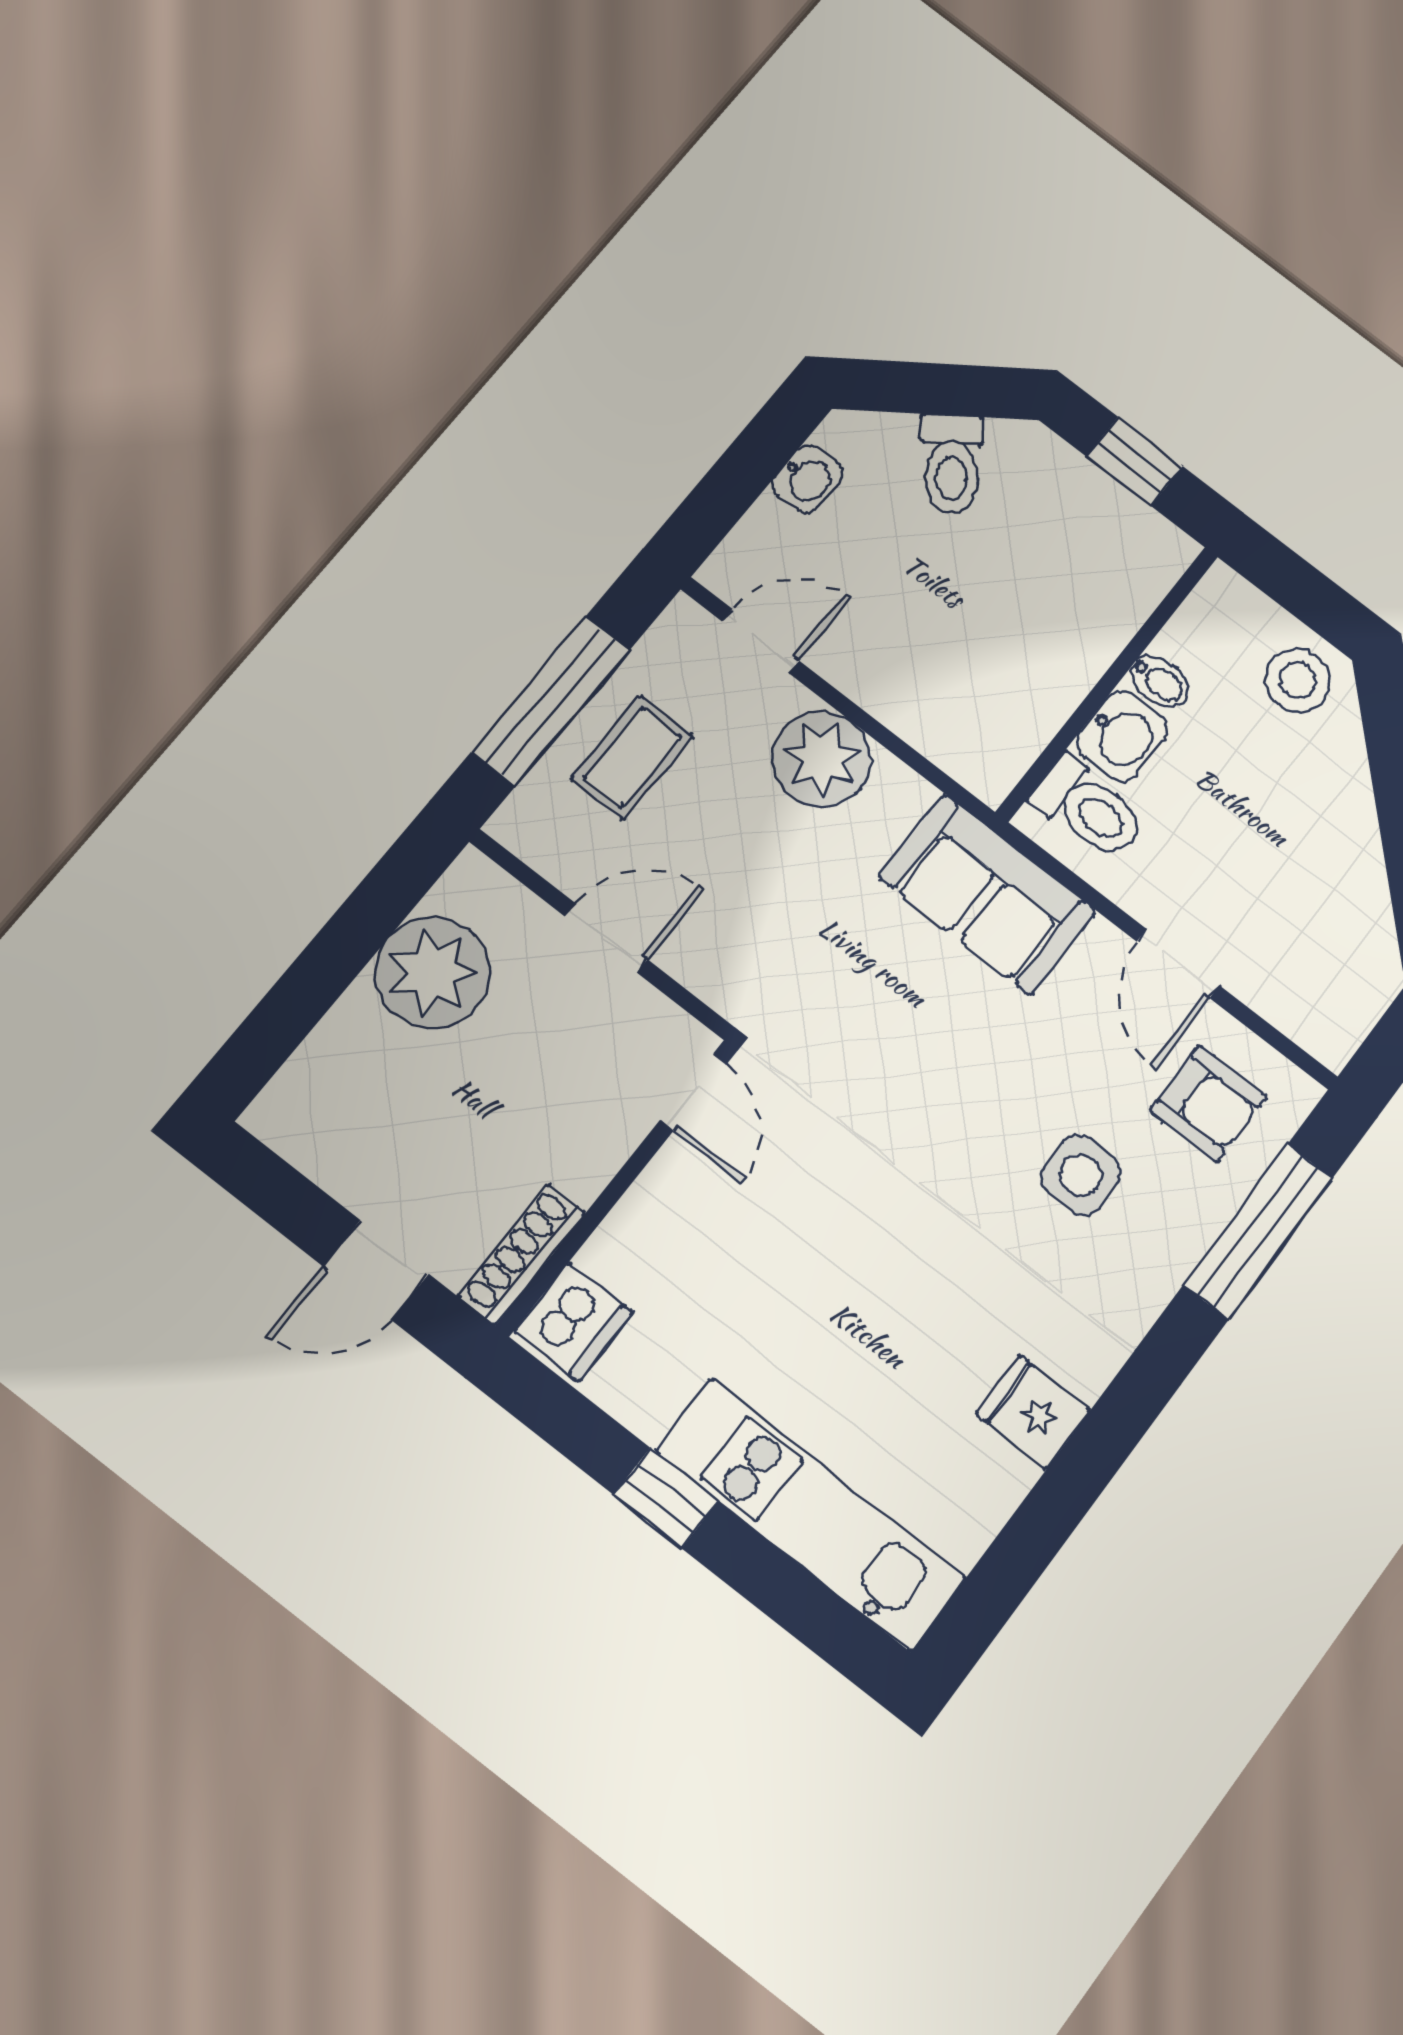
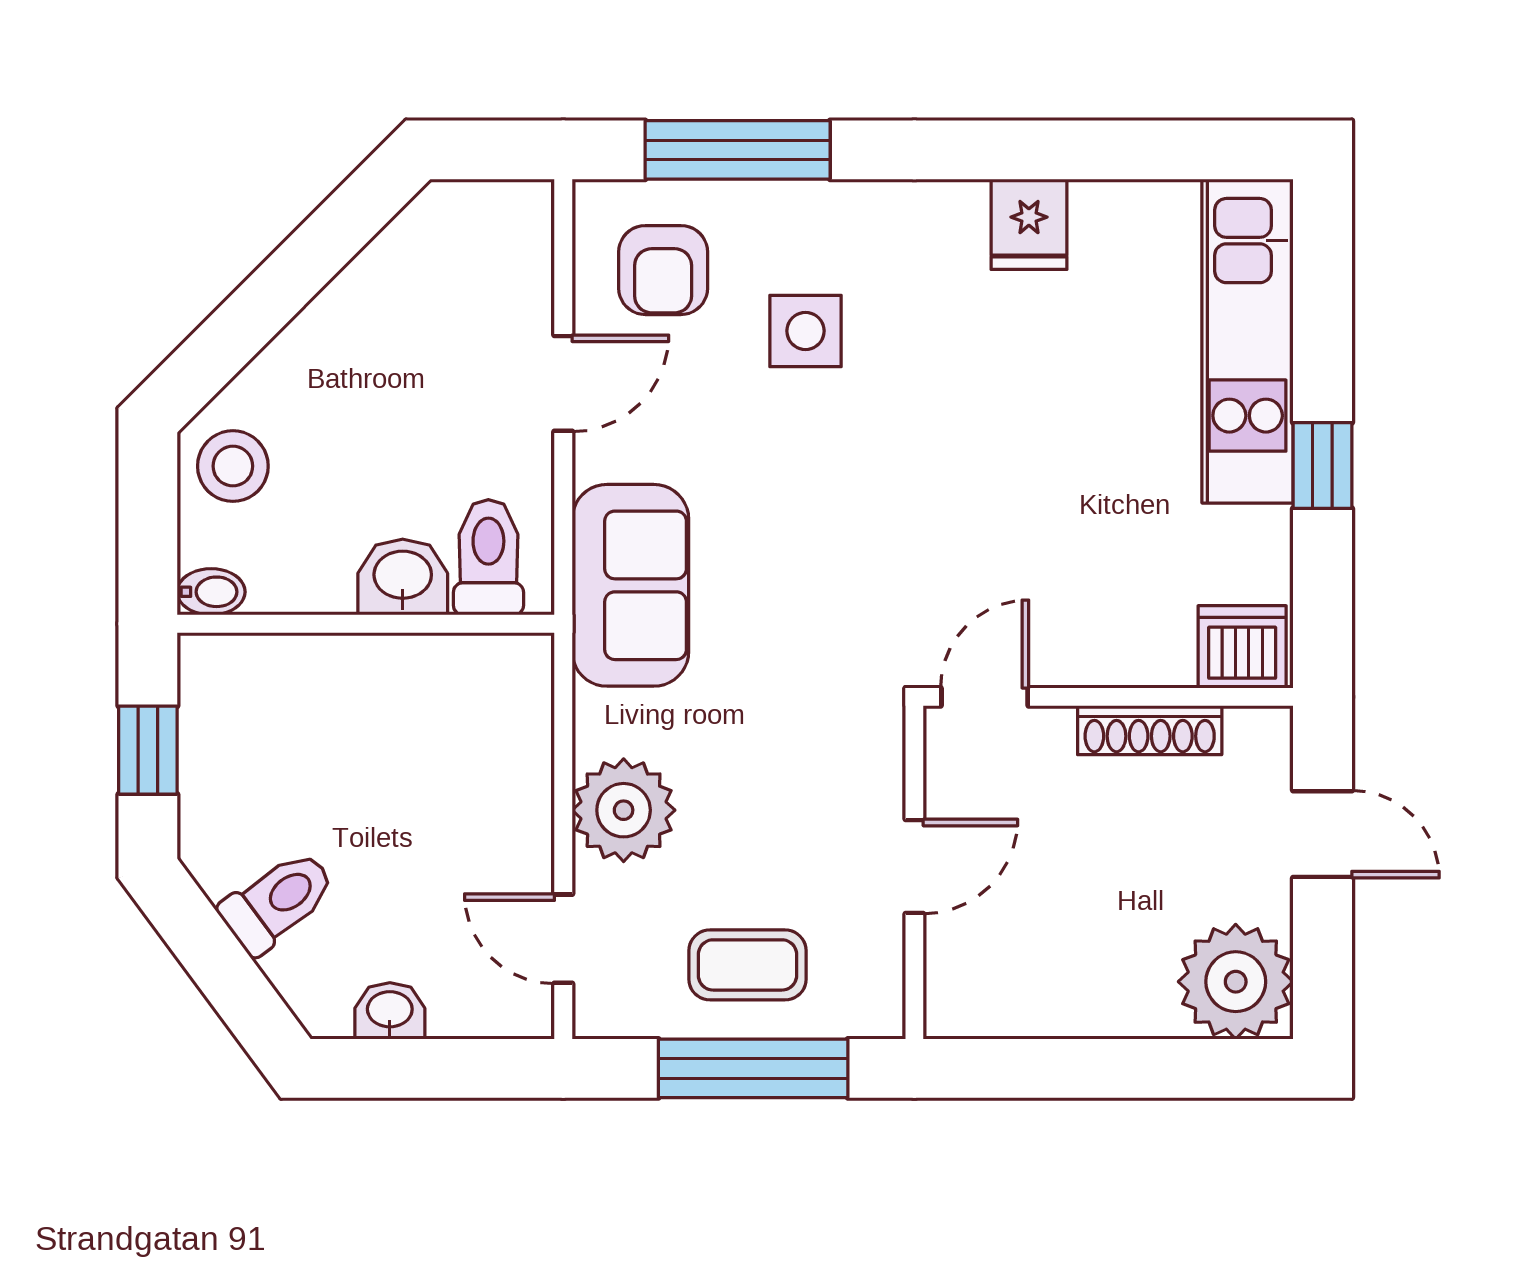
bidet: (1160, 682) -> (211, 592), moved, turned 90
door: (606, 938) -> (914, 866), swing flipped
plant: (432, 973) -> (1236, 982), moved
armchair: (1208, 1104) -> (663, 270), turned 180
shoe rack: (522, 1254) -> (1150, 730), moved

